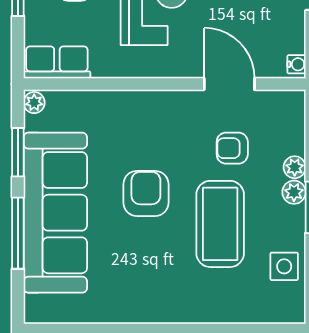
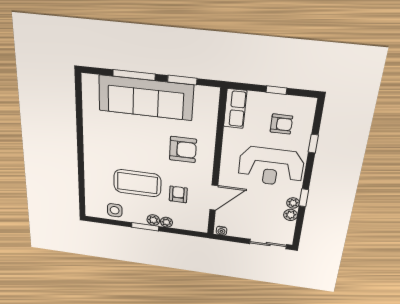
plant: (34, 103) -> (212, 93), removed
armchair: (146, 193) -> (183, 150), moved

